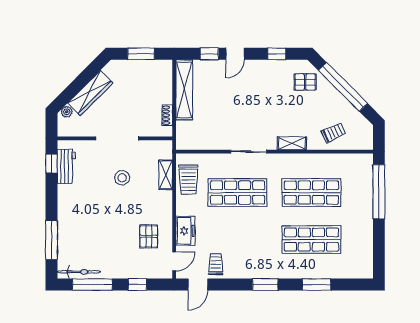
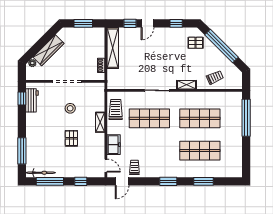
shelving: (166, 175) -> (100, 122), moved
trolley: (188, 180) -> (116, 109), turned 180
pallet: (149, 236) -> (71, 138), moved
door: (174, 261) -> (106, 166), hinge flipped

